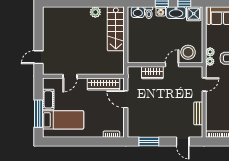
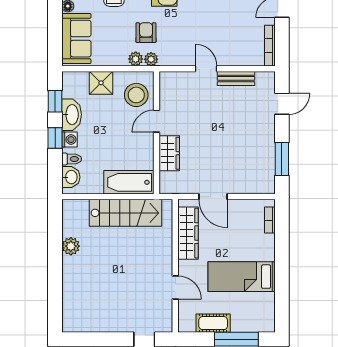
shower: (194, 14) -> (101, 83), moved
stairs: (116, 29) -> (125, 213), moved
bathtub: (135, 48) -> (129, 182), added
door: (172, 65) -> (157, 121), hinge flipped
door: (204, 85) -> (206, 69), moved
door: (126, 99) -> (213, 197), hinge flipped
bed: (63, 120) -> (242, 277), moved, turned -90

